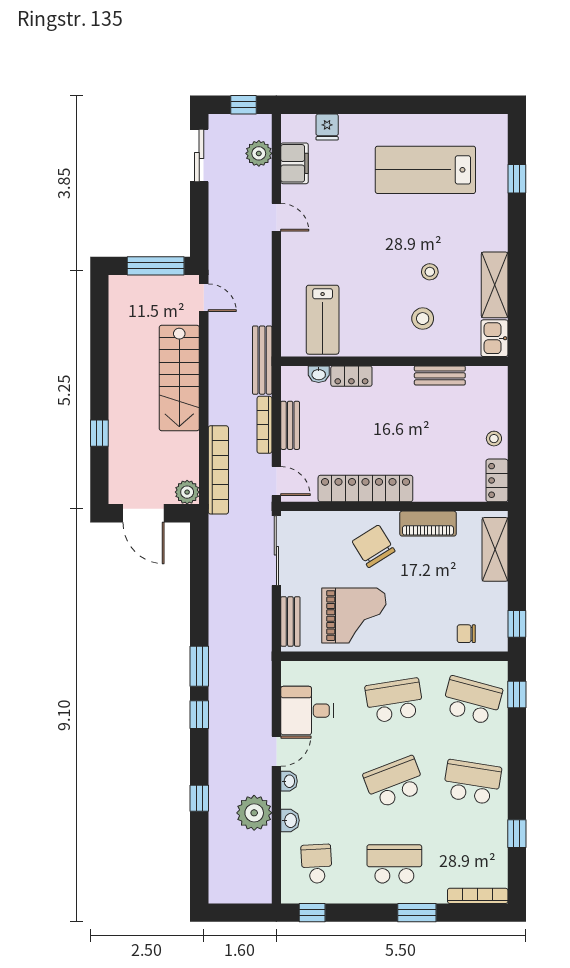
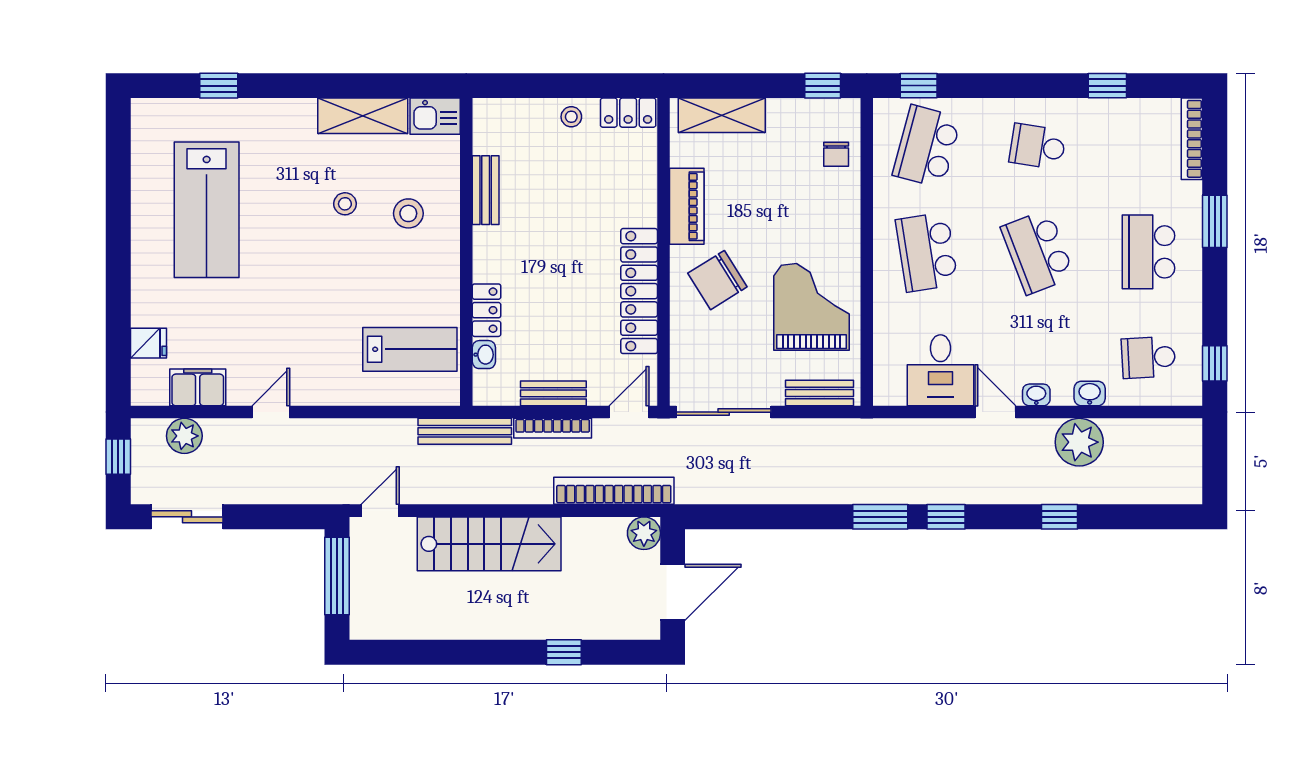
school desk: (472, 782) -> (1038, 146), width x0.54

